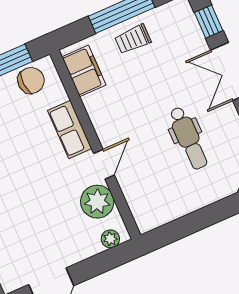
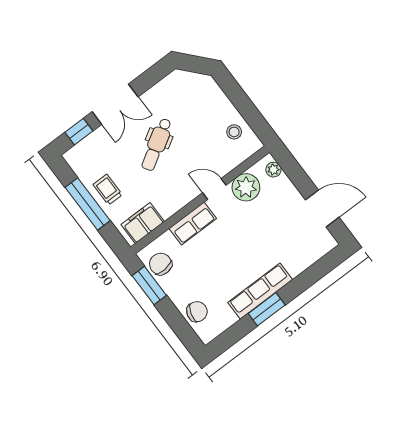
trolley: (133, 39) -> (108, 190), turned 180
dental chair: (188, 138) -> (157, 144), moved, turned 149
stool: (165, 203) -> (234, 132), added

